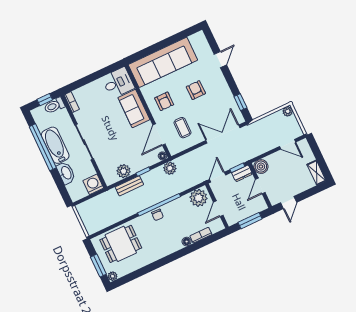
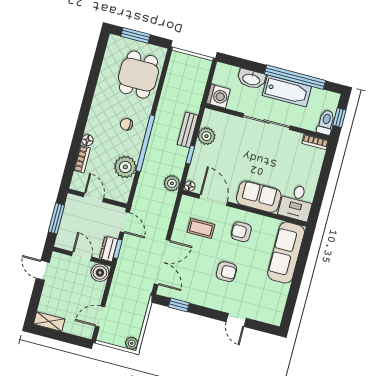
sofa: (163, 62) -> (286, 253), width x0.74, depth x0.79
plant: (199, 198) -> (125, 167), moved
chair: (157, 215) -> (126, 124), moved
plant: (113, 276) -> (114, 41), removed

